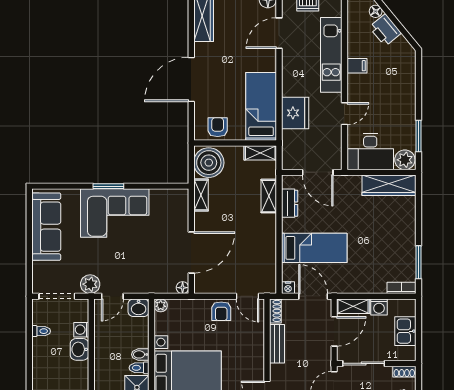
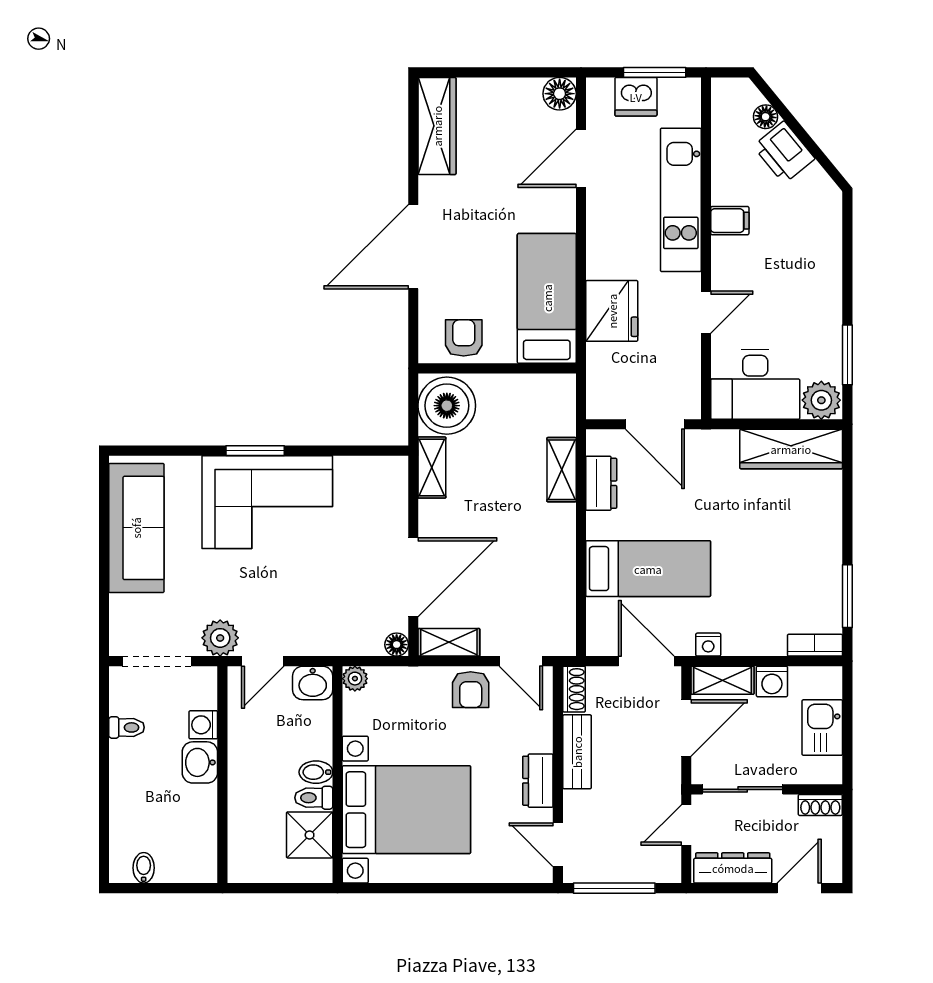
shelving: (260, 153) -> (449, 642), moved
nightstand: (288, 288) -> (708, 645), moved
dresser: (256, 359) -> (538, 781), added

